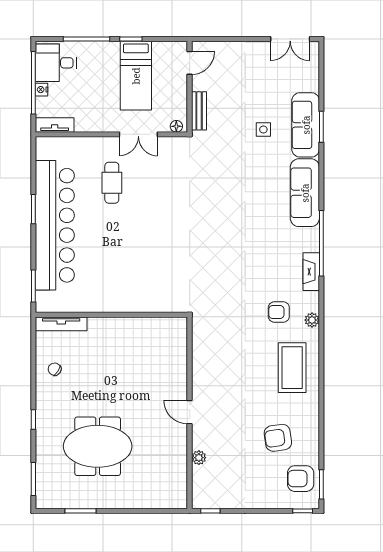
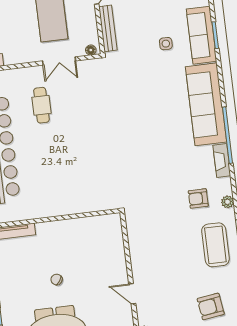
bench: (199, 111) -> (108, 28), width x1.36
sofa: (305, 193) -> (206, 104), width x1.36, depth x1.27
chair: (55, 369) -> (57, 279), moved

